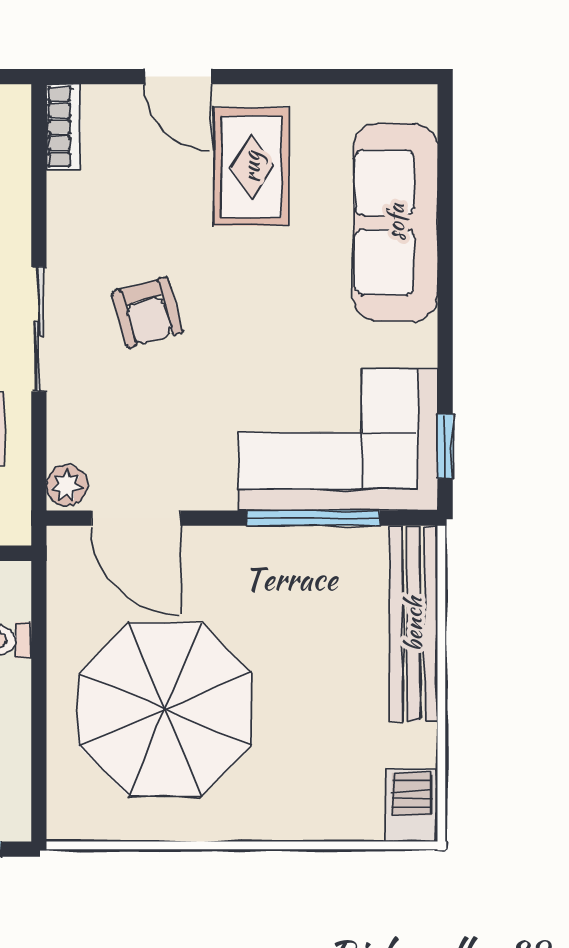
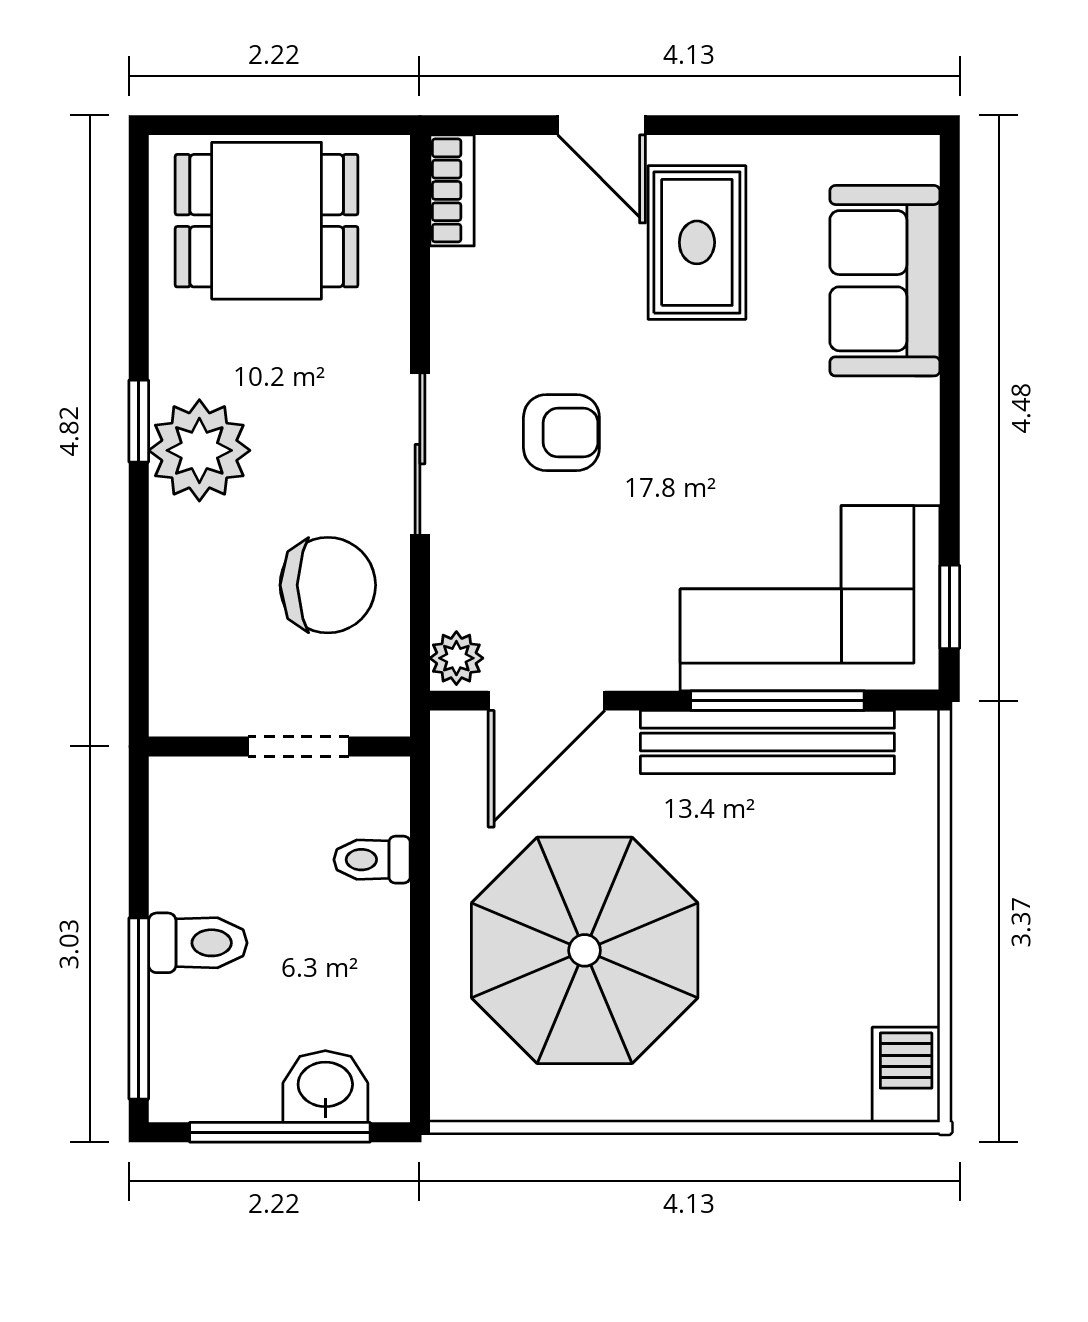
sofa: (395, 222) -> (885, 281), width x0.73
armchair: (147, 312) -> (561, 433), turned -74
door: (136, 518) -> (546, 701), hinge flipped
bench: (413, 624) -> (767, 742), moved, turned 90

